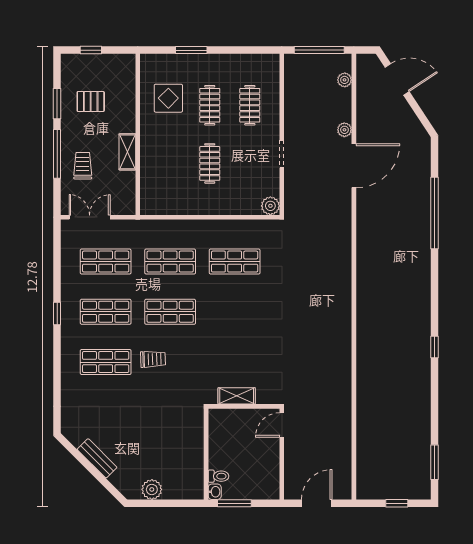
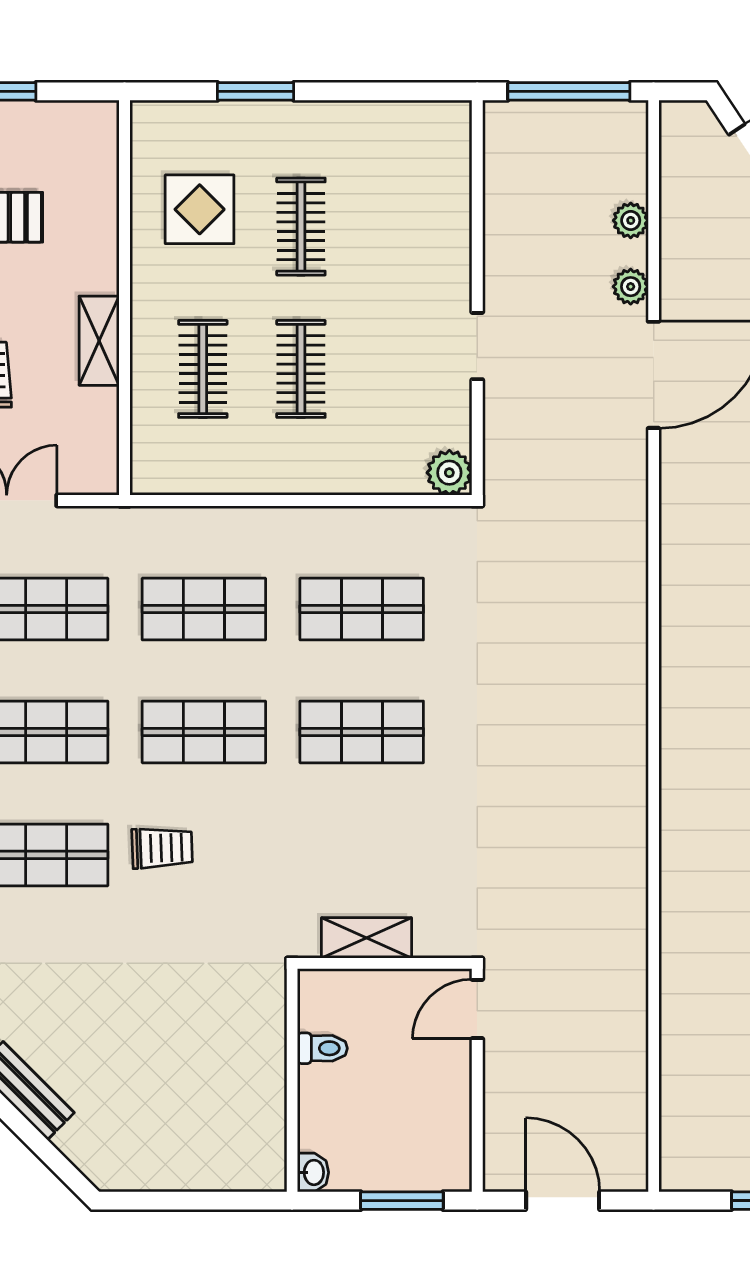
plant: (345, 80) -> (631, 220), moved
clothes rail: (250, 105) -> (203, 369), moved
shop shelf: (235, 312) -> (362, 732), added
toilet: (219, 476) -> (322, 1048), moved
plant: (152, 489) -> (159, 1167), removed
window: (234, 503) -> (402, 1201), moved
door: (317, 503) -> (563, 1201), hinge flipped

